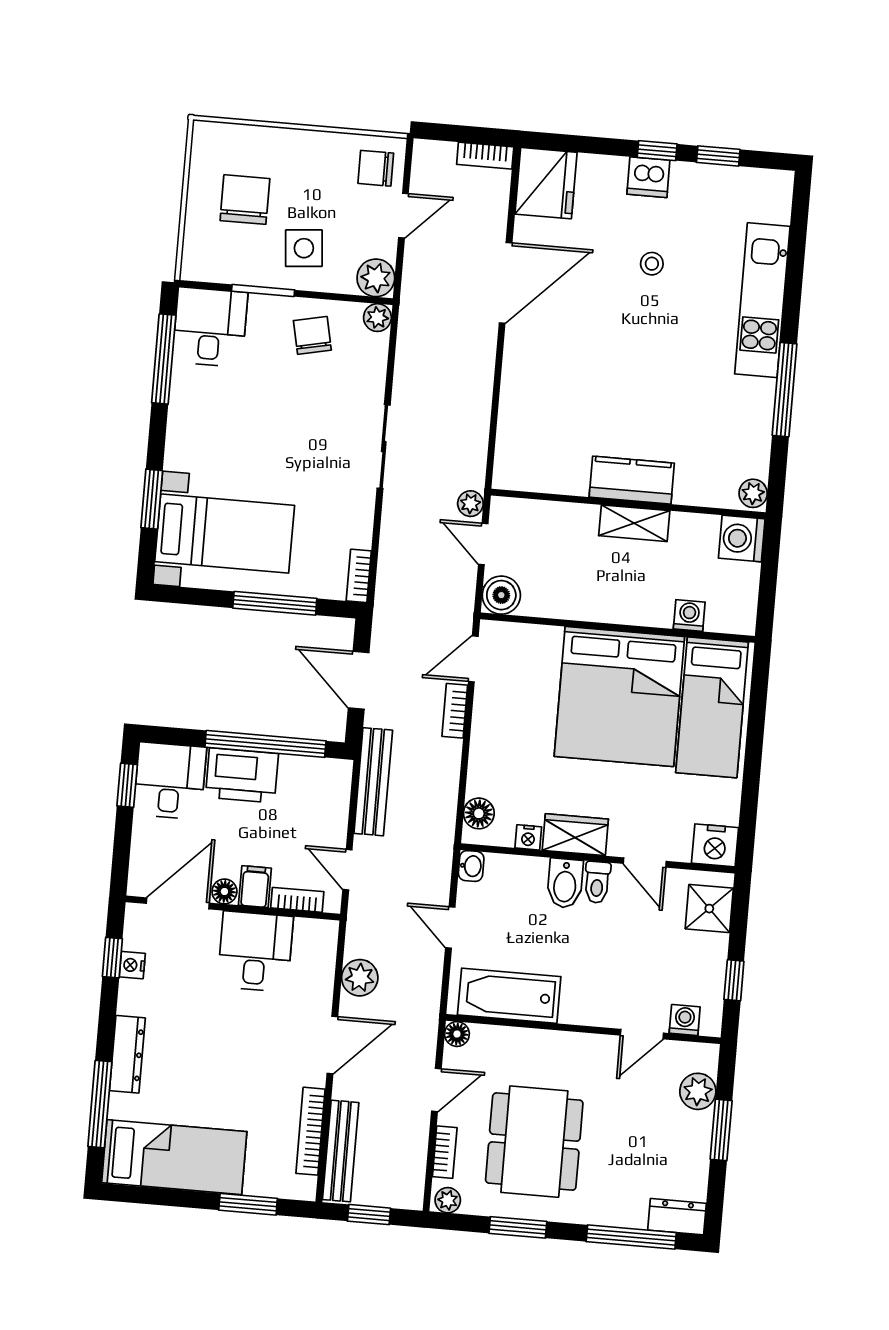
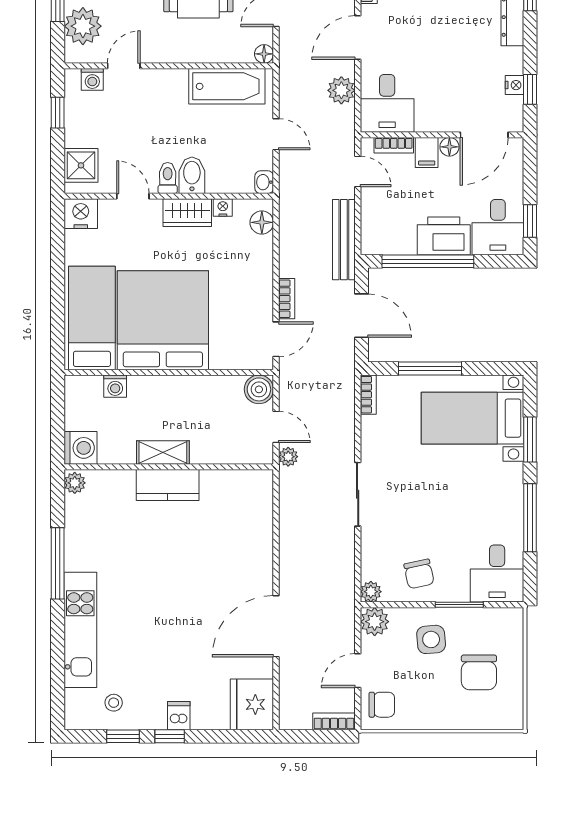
bookcase: (485, 156) -> (334, 721), moved
dishwasher: (648, 177) -> (179, 716), width x0.73
stool: (652, 264) -> (114, 703), moved
window: (164, 359) -> (530, 518), moved
desk: (255, 952) -> (387, 103), moved
plant: (698, 1091) -> (83, 26), width x1.36, depth x1.36

